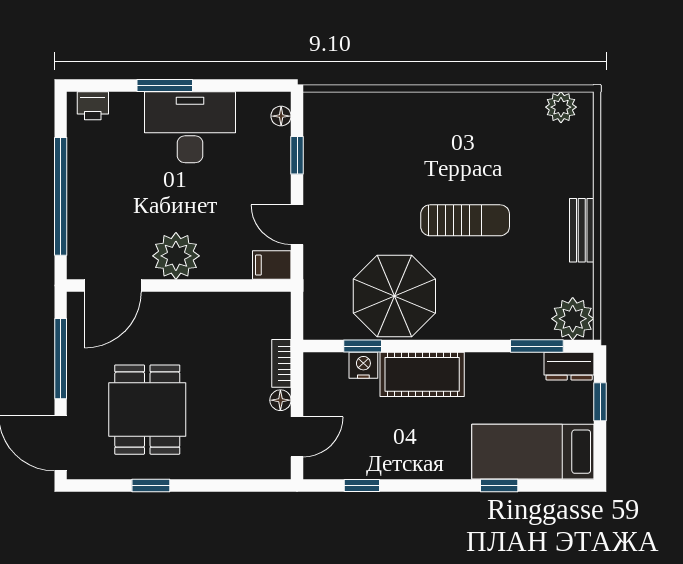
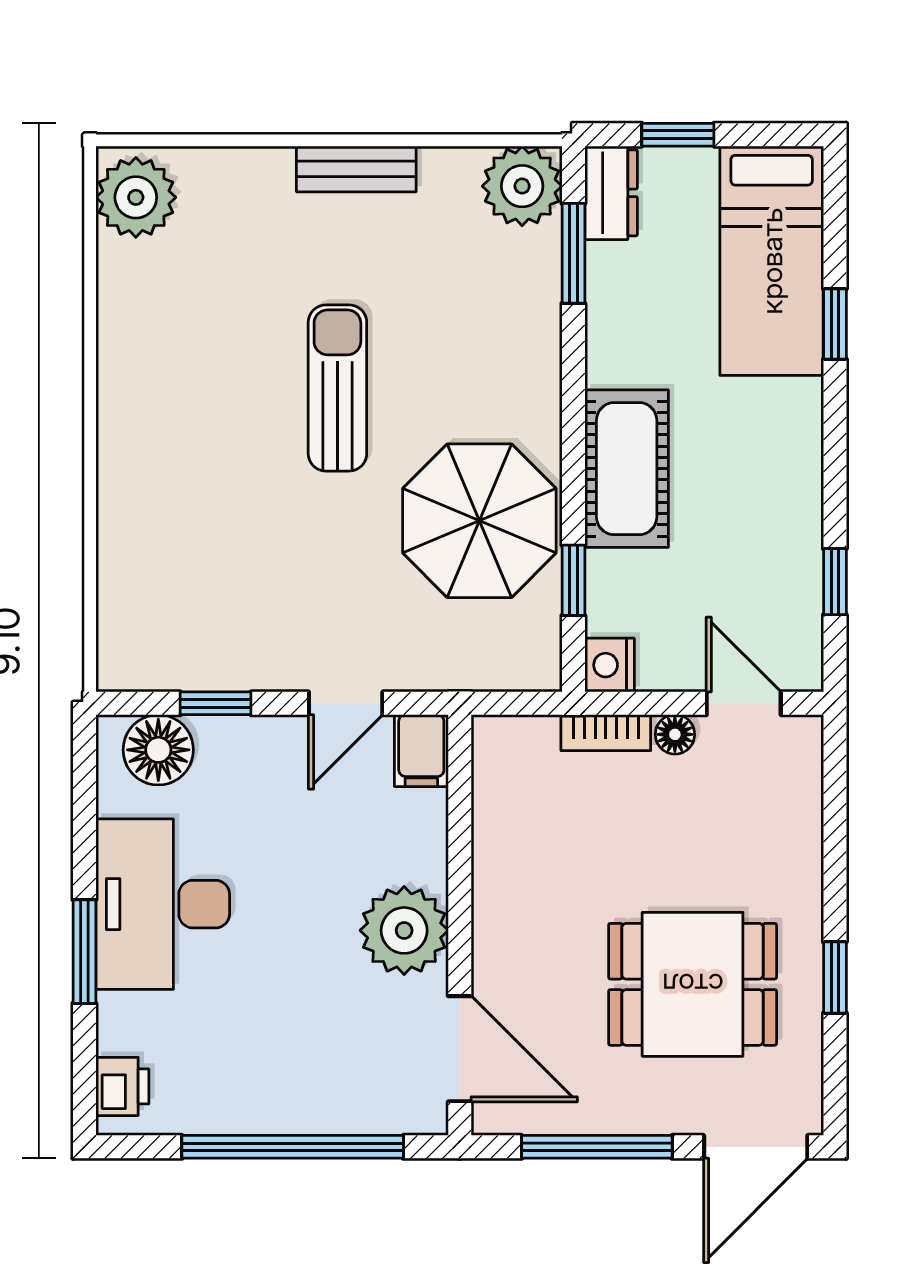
plant: (561, 107) -> (136, 197), width x1.36, depth x1.36
floor lamp: (281, 116) -> (158, 750), width x1.89, depth x1.89
nightstand: (363, 365) -> (610, 665), moved

